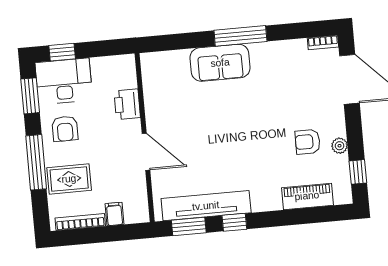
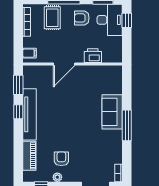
tv unit: (206, 206) -> (30, 114), moved
filing cabinet: (114, 214) -> (29, 53), moved

